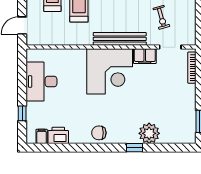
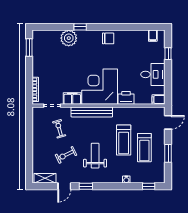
filing cabinet: (34, 55) -> (159, 100), added
desk: (41, 82) -> (153, 74), width x0.73
printer: (58, 135) -> (126, 98), moved, turned 180

